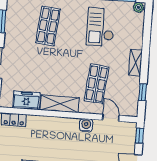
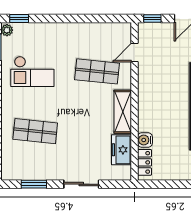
shelving: (136, 63) -> (70, 29), removed
window: (143, 92) -> (19, 18), moved
water cooler: (86, 125) -> (145, 140), moved

